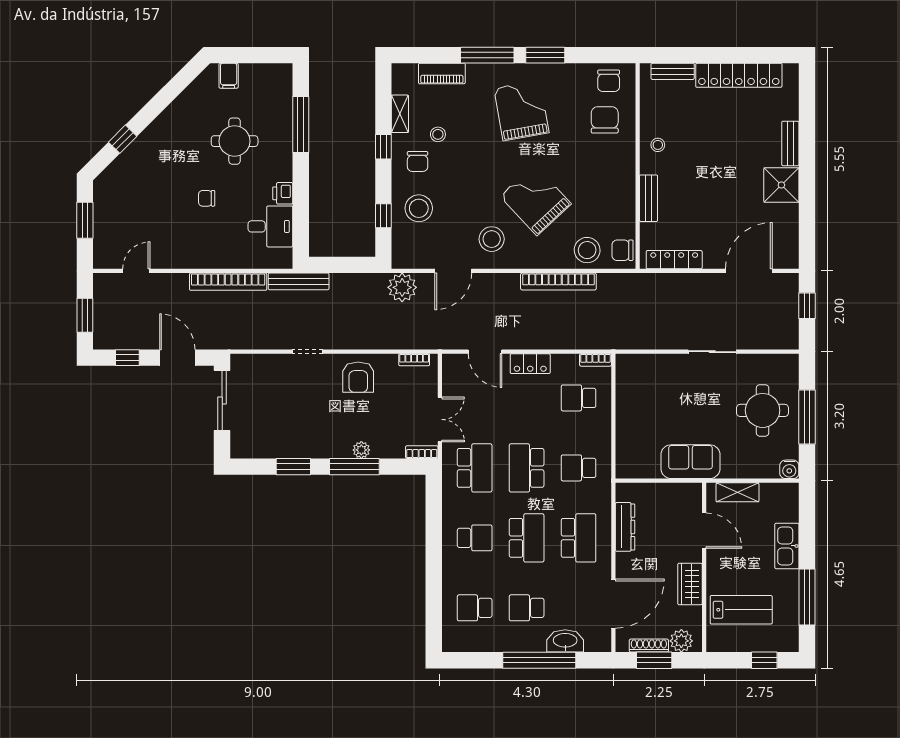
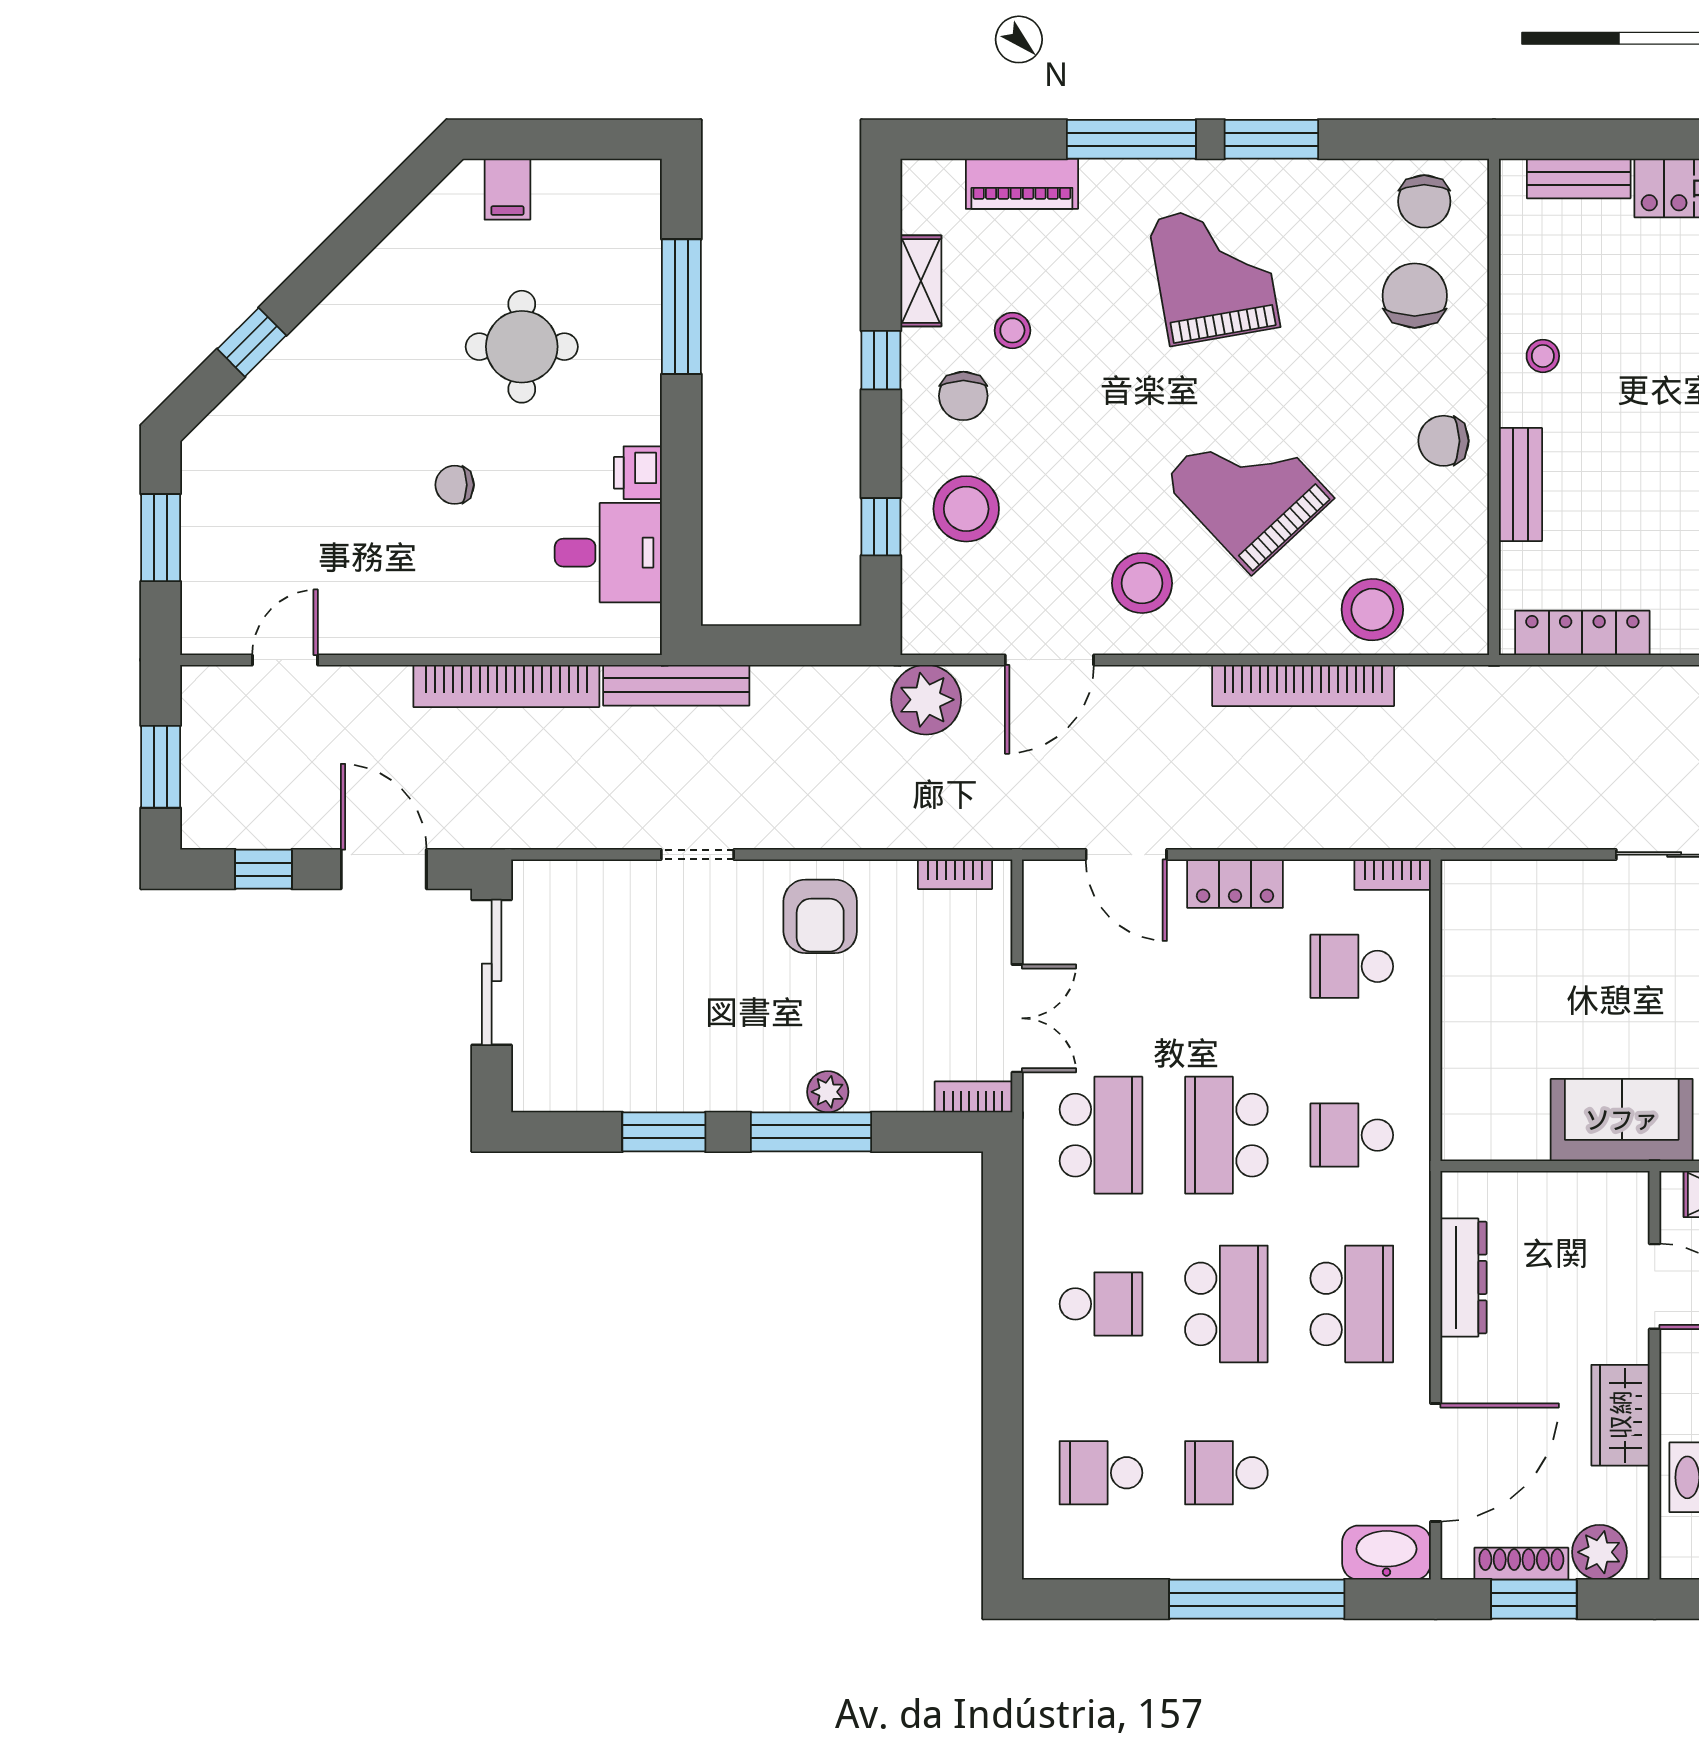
chair: (623, 250) -> (1444, 441), moved
washbasin: (565, 641) -> (1386, 1553), moved

